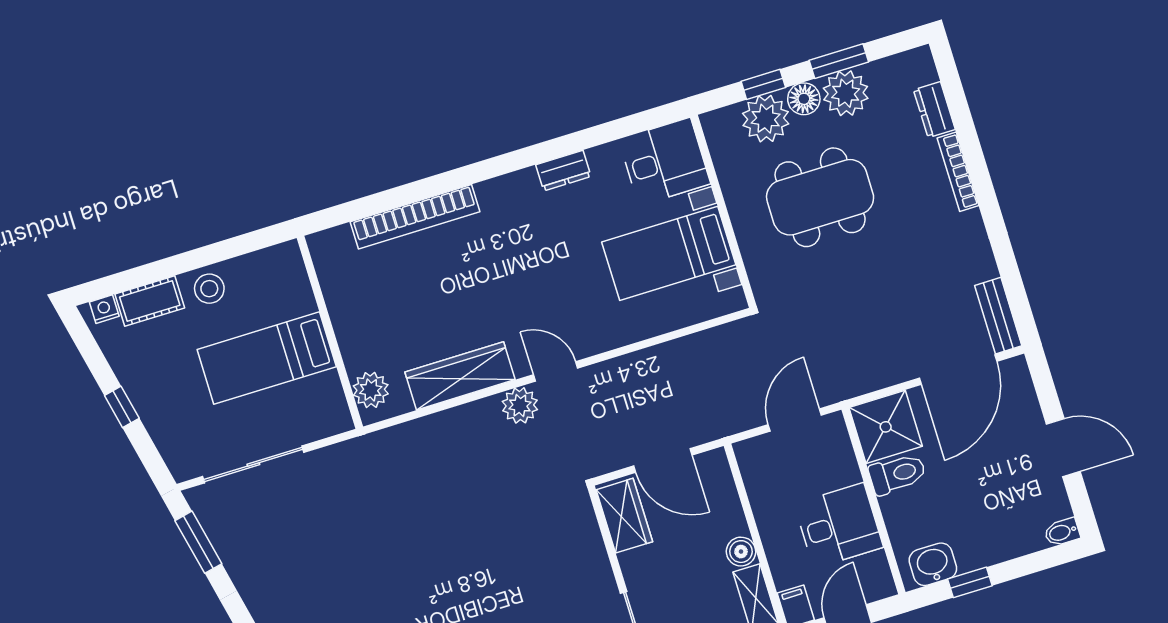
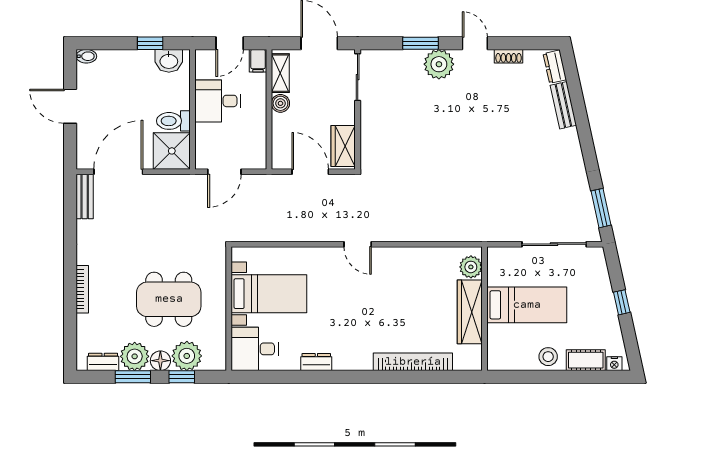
dresser: (934, 110) -> (103, 362), moved, turned -90
wardrobe: (460, 376) -> (470, 312), moved, turned 90
plant: (520, 405) -> (385, 230), removed

